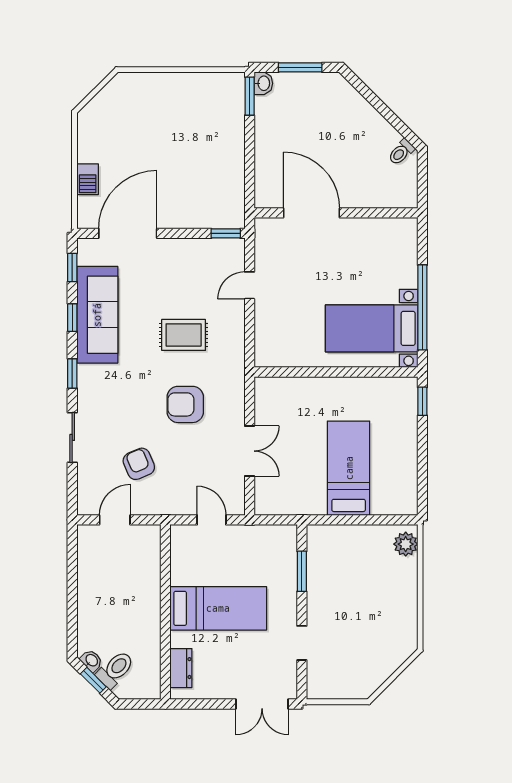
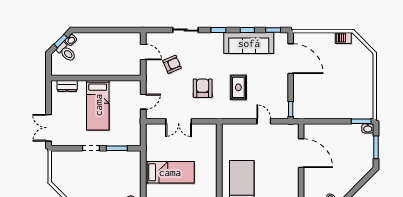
barbecue: (88, 179) -> (343, 38), moved
door: (312, 213) -> (301, 153), hinge flipped
doorway: (302, 643) -> (91, 148), moved

